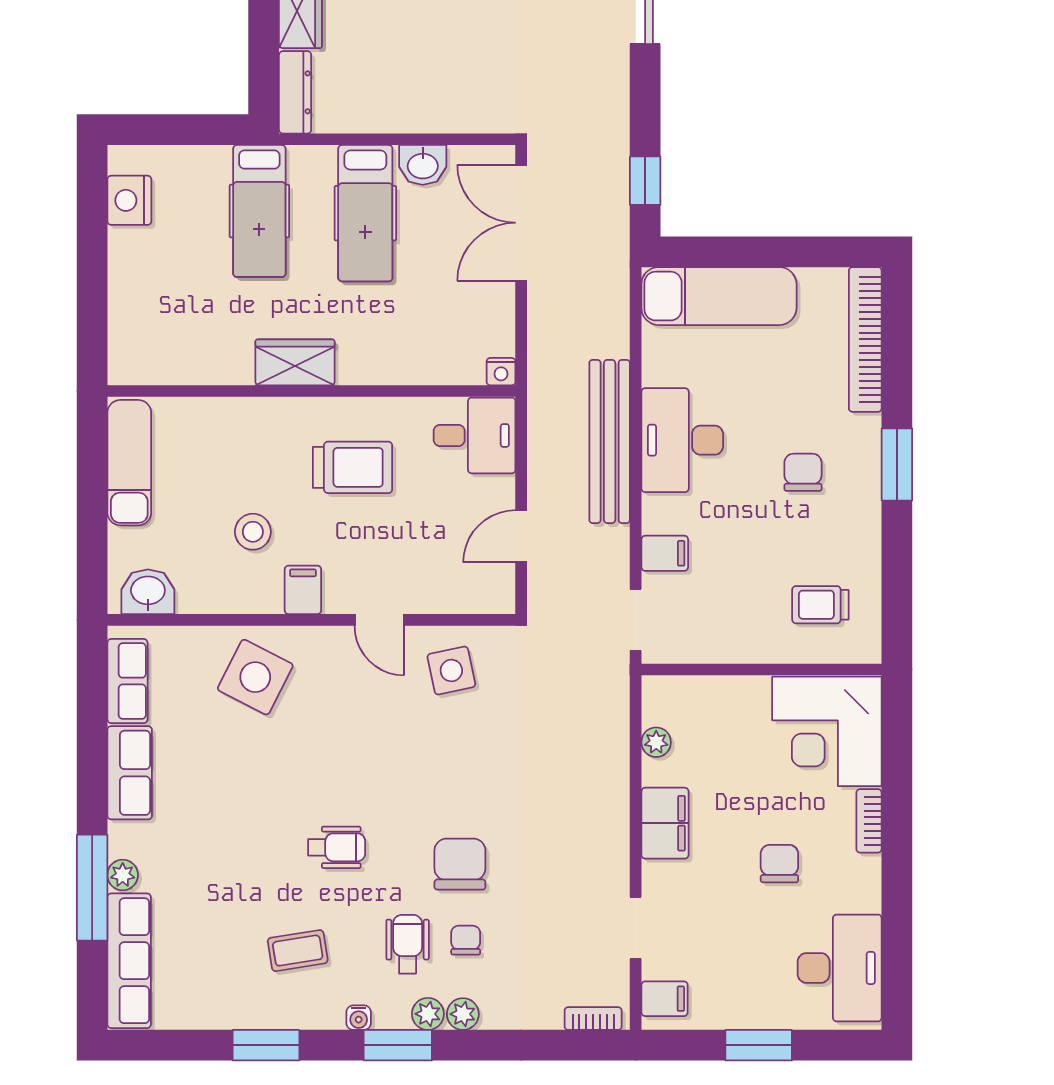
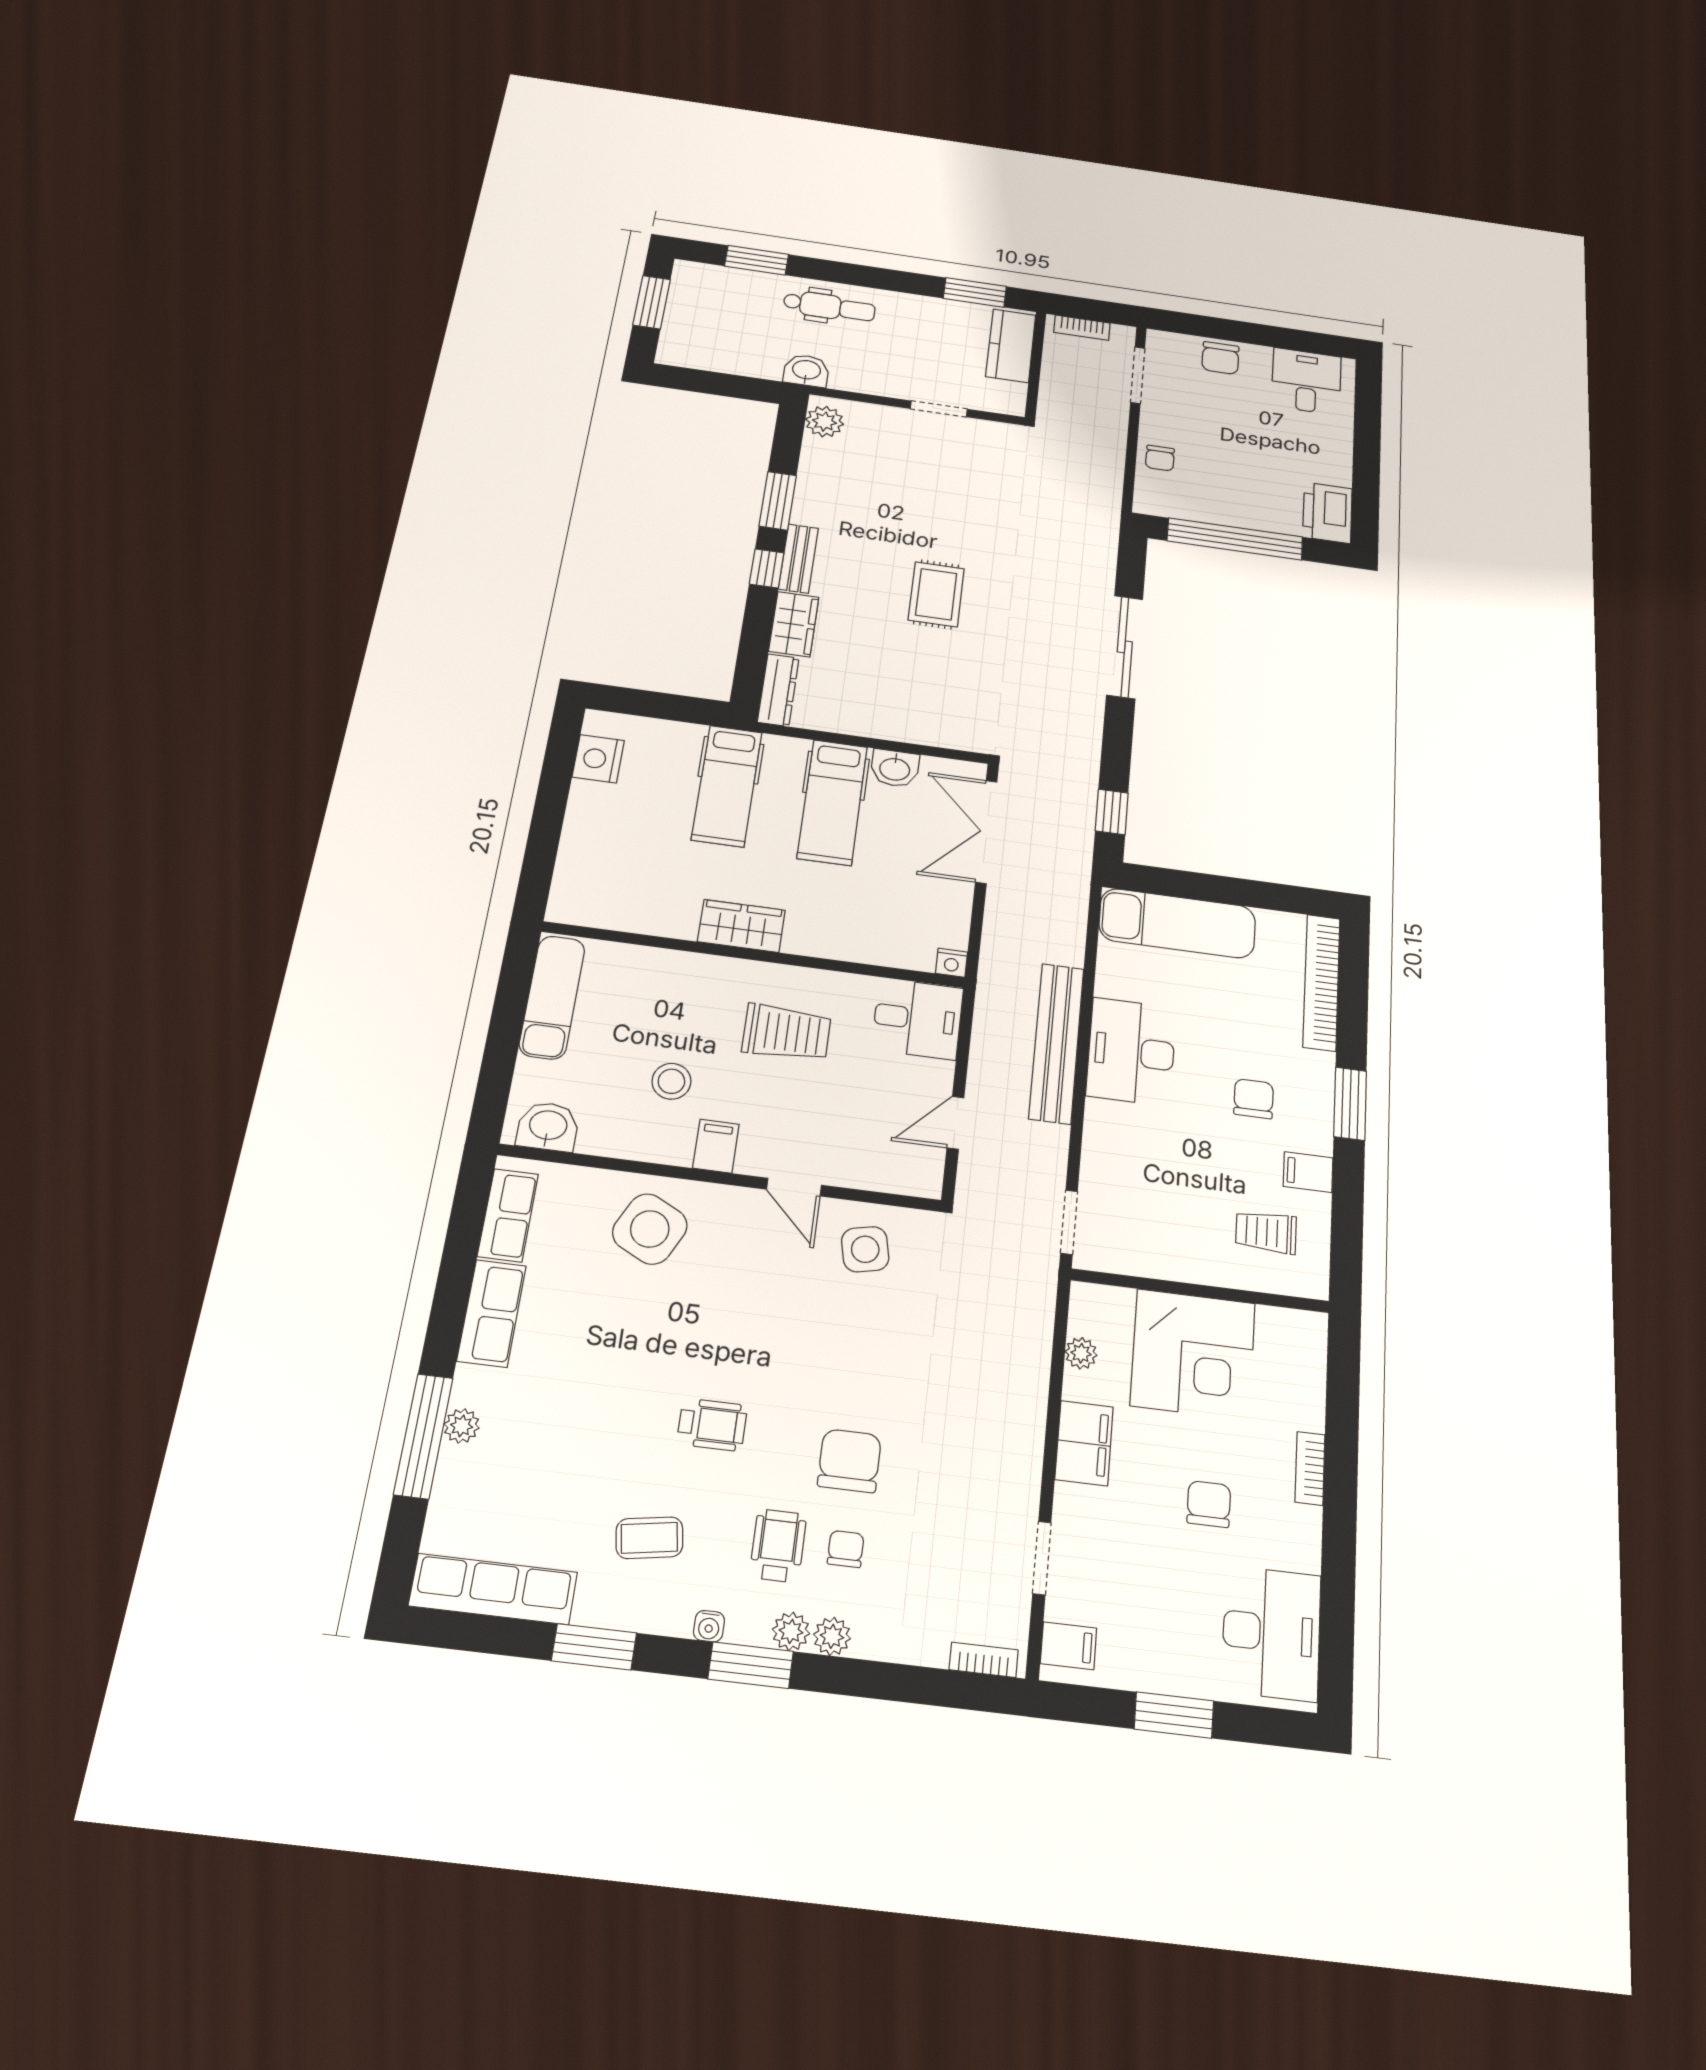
filing cabinet: (665, 553) -> (1308, 1172), moved, turned 180
corner desk: (827, 731) -> (1193, 1354), moved, turned -90
row of seats: (129, 961) -> (493, 1589), moved, turned -90

